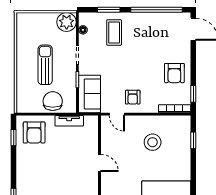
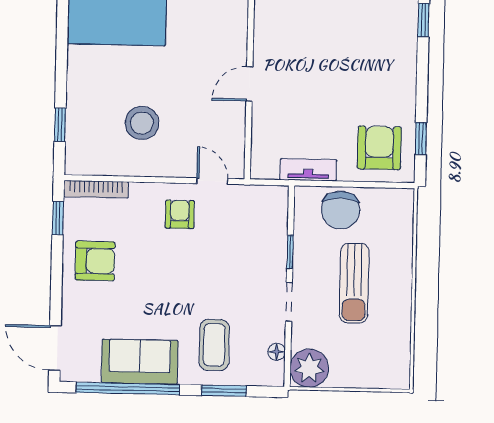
armchair: (174, 73) -> (95, 261), turned 90
sofa: (90, 94) -> (140, 362), moved, turned 90
door: (100, 163) -> (249, 84), hinge flipped

